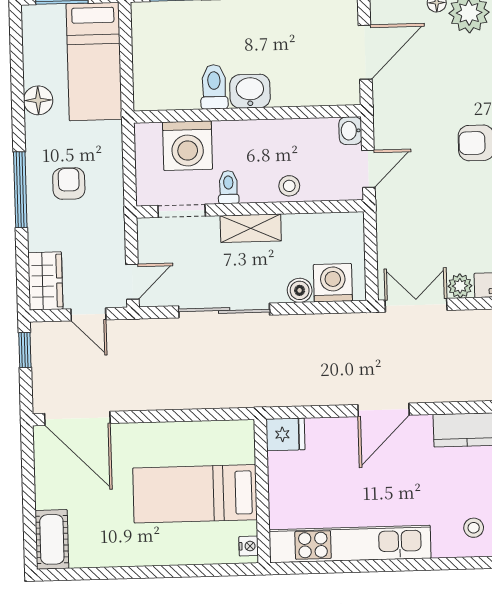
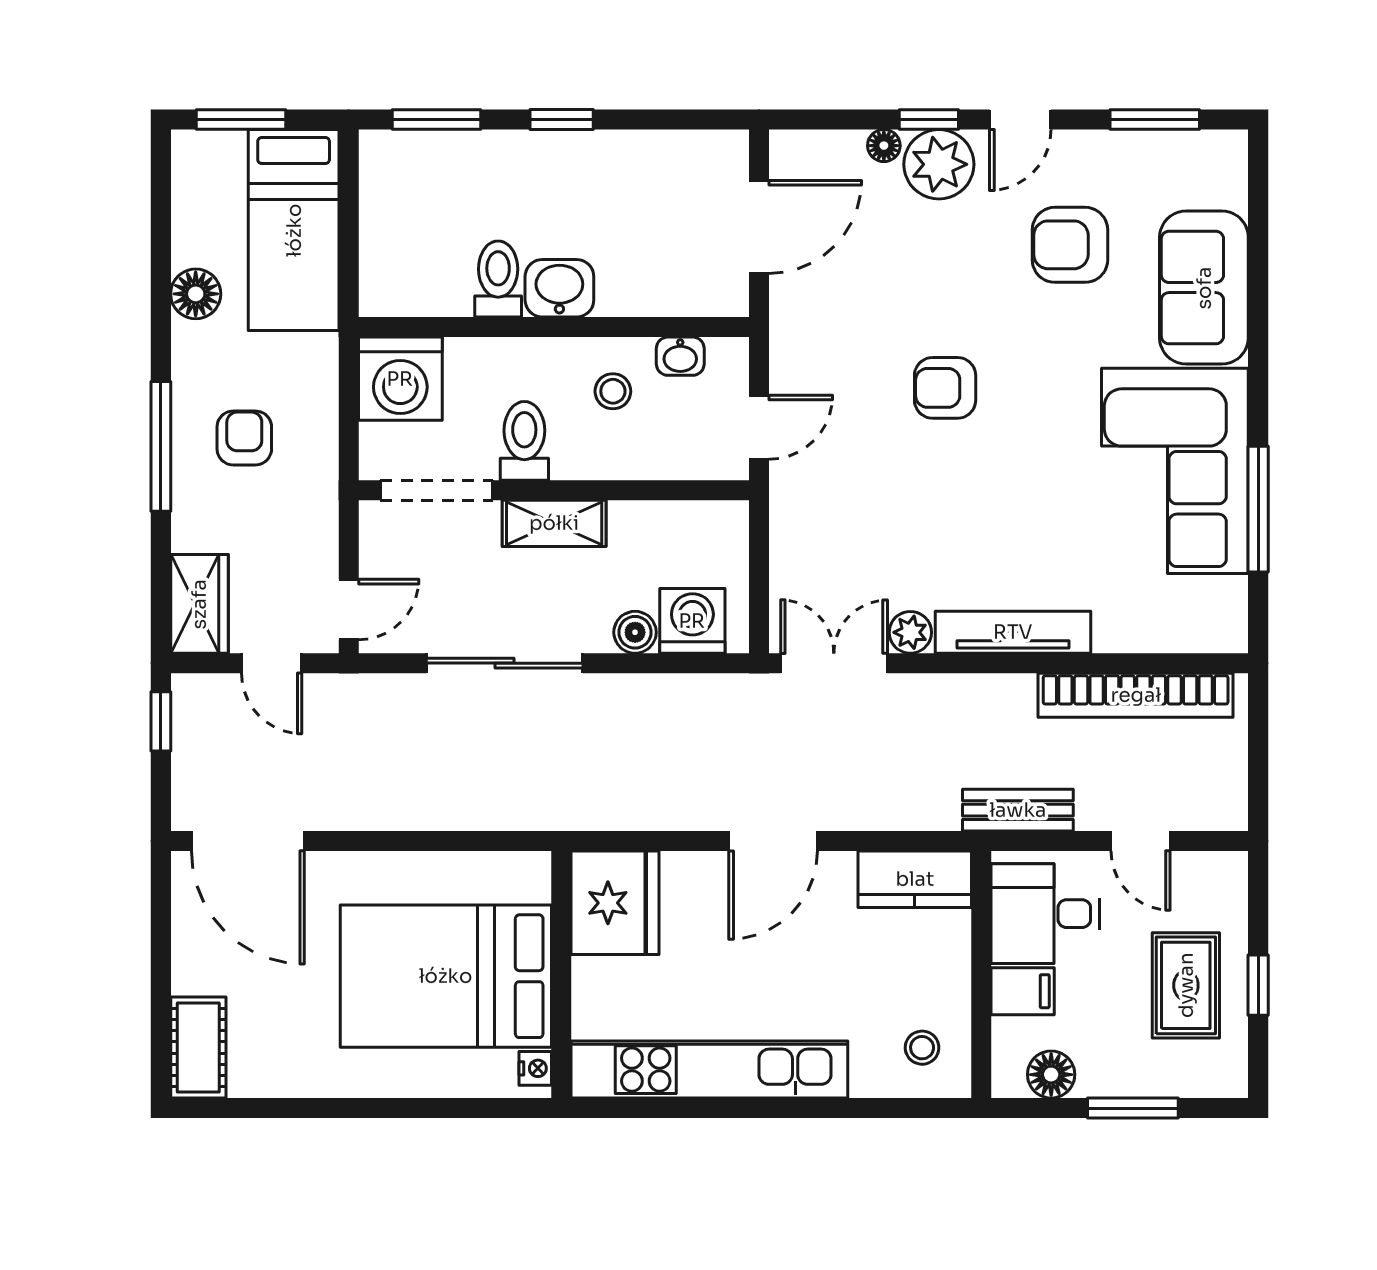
washbasin: (350, 131) -> (680, 356), moved, turned -90
washing machine: (188, 146) -> (400, 379), moved
stool: (289, 186) -> (613, 391), moved
toilet: (228, 187) -> (524, 441), width x1.37, depth x1.39
doorway: (182, 211) -> (436, 490), width x1.38
fridge: (285, 434) -> (615, 903), width x1.88, depth x1.34
bed: (195, 494) -> (446, 976), width x1.50

